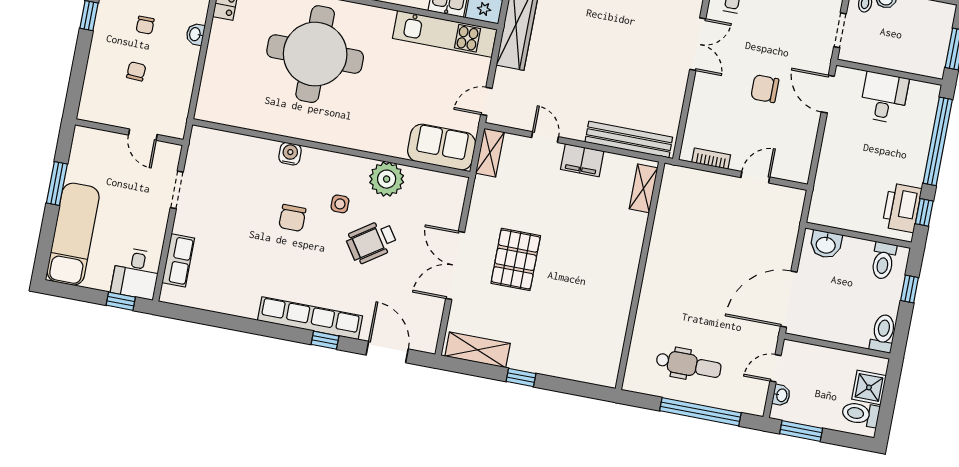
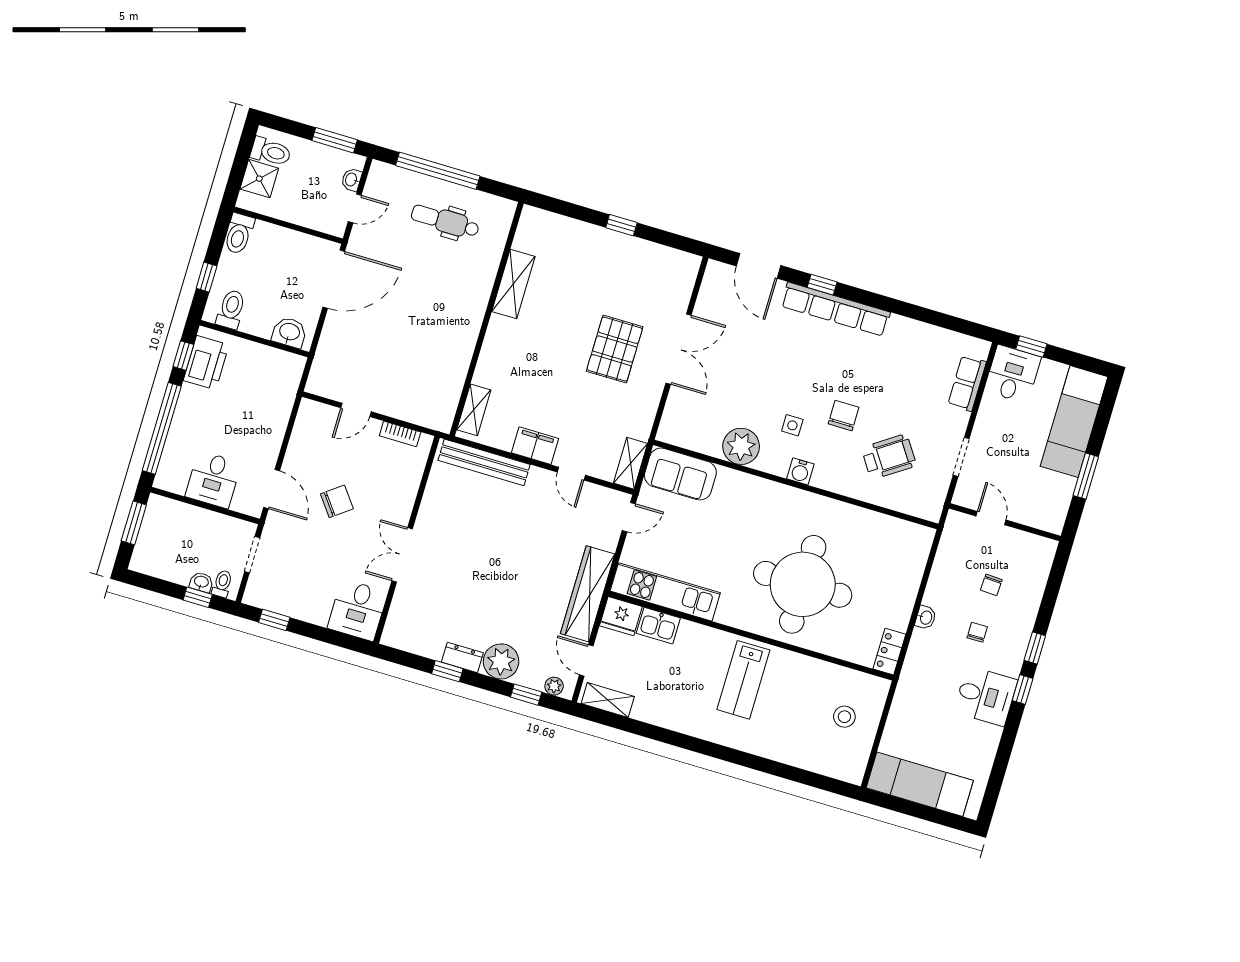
chair: (765, 89) -> (337, 501), turned -37
water cooler: (290, 154) -> (800, 471), moved
wheelchair: (371, 242) -> (889, 457), moved
shelving: (478, 350) -> (513, 284), moved, turned 90

